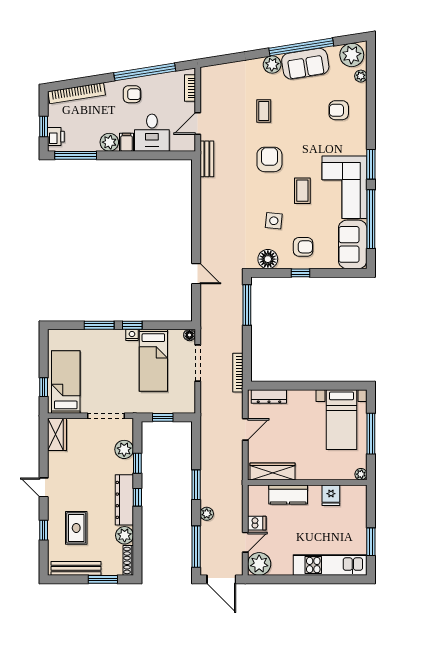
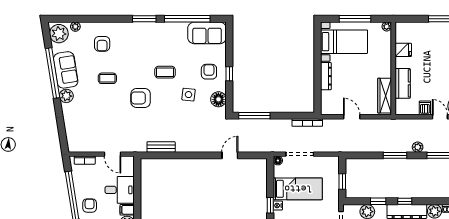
coffee table: (264, 111) -> (107, 78), moved
bench: (207, 159) -> (161, 147), moved
corner sofa: (344, 187) -> (162, 39), removed
dresser: (269, 396) -> (326, 76), moved

